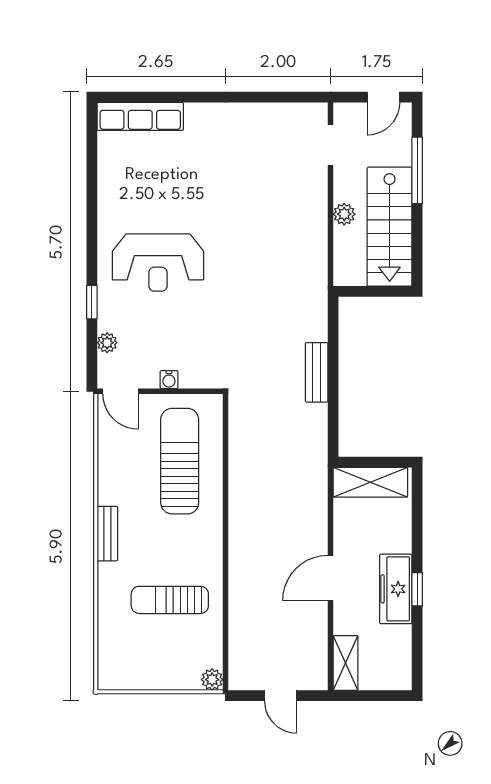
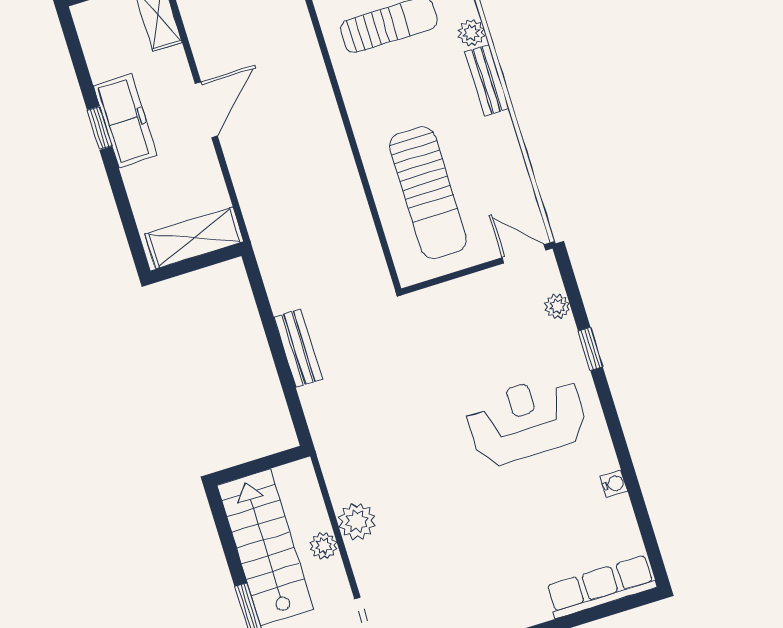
plant: (313, 225) -> (357, 521), added
water cooler: (169, 380) -> (614, 484), moved, turned 90
plant: (108, 574) -> (471, 33), added

